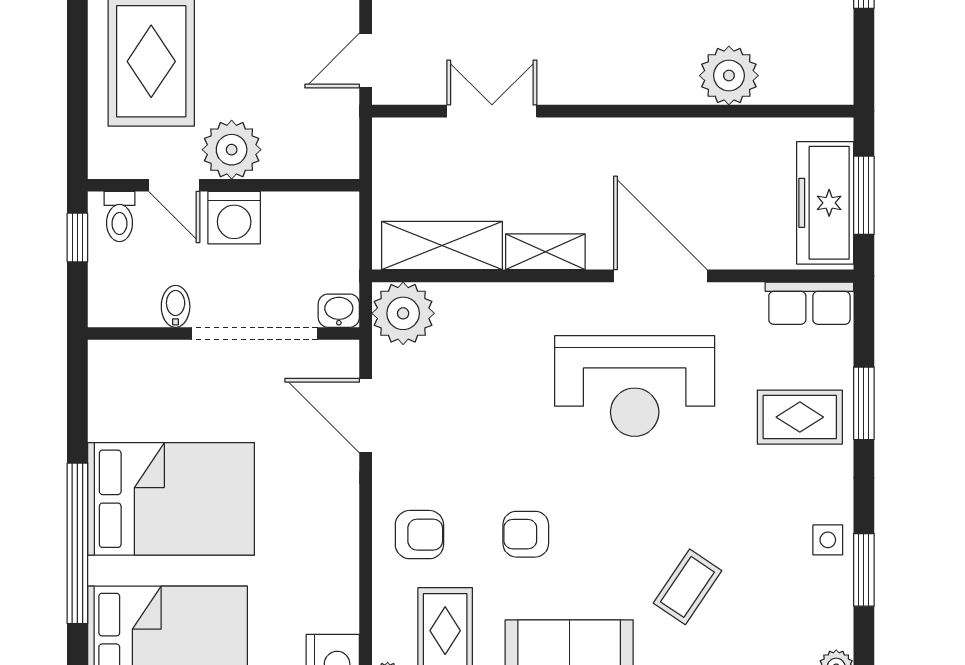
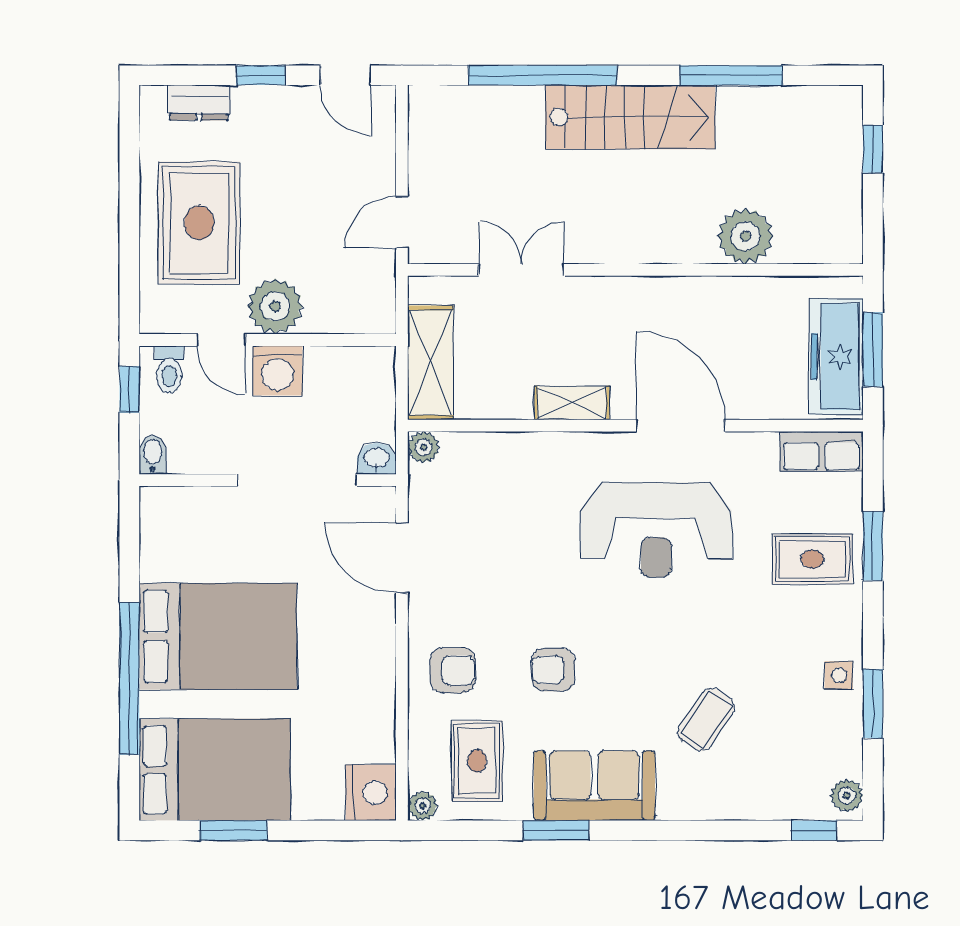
shelving: (442, 246) -> (431, 363), moved, turned 90
bidet: (176, 306) -> (153, 454), moved
plant: (403, 313) -> (423, 447), width x0.53, depth x0.53

